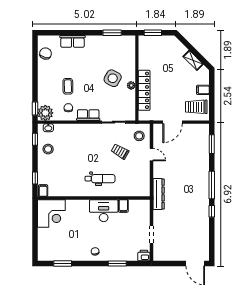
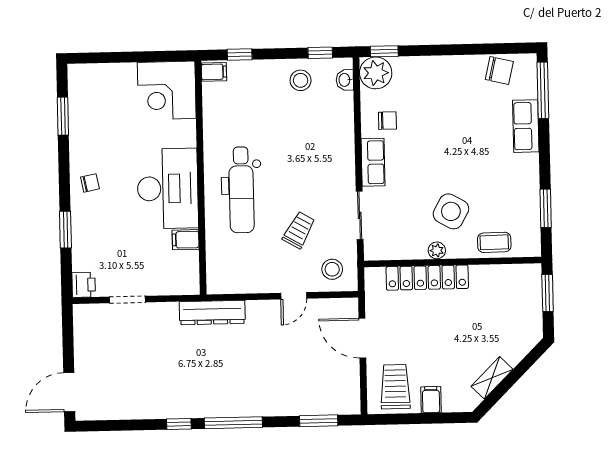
window: (55, 33) -> (543, 90), added
coffee table: (68, 86) -> (494, 242), moved
dental chair: (100, 179) -> (241, 190), width x1.36, depth x1.38
desk: (104, 211) -> (168, 188), width x1.36, depth x1.30

